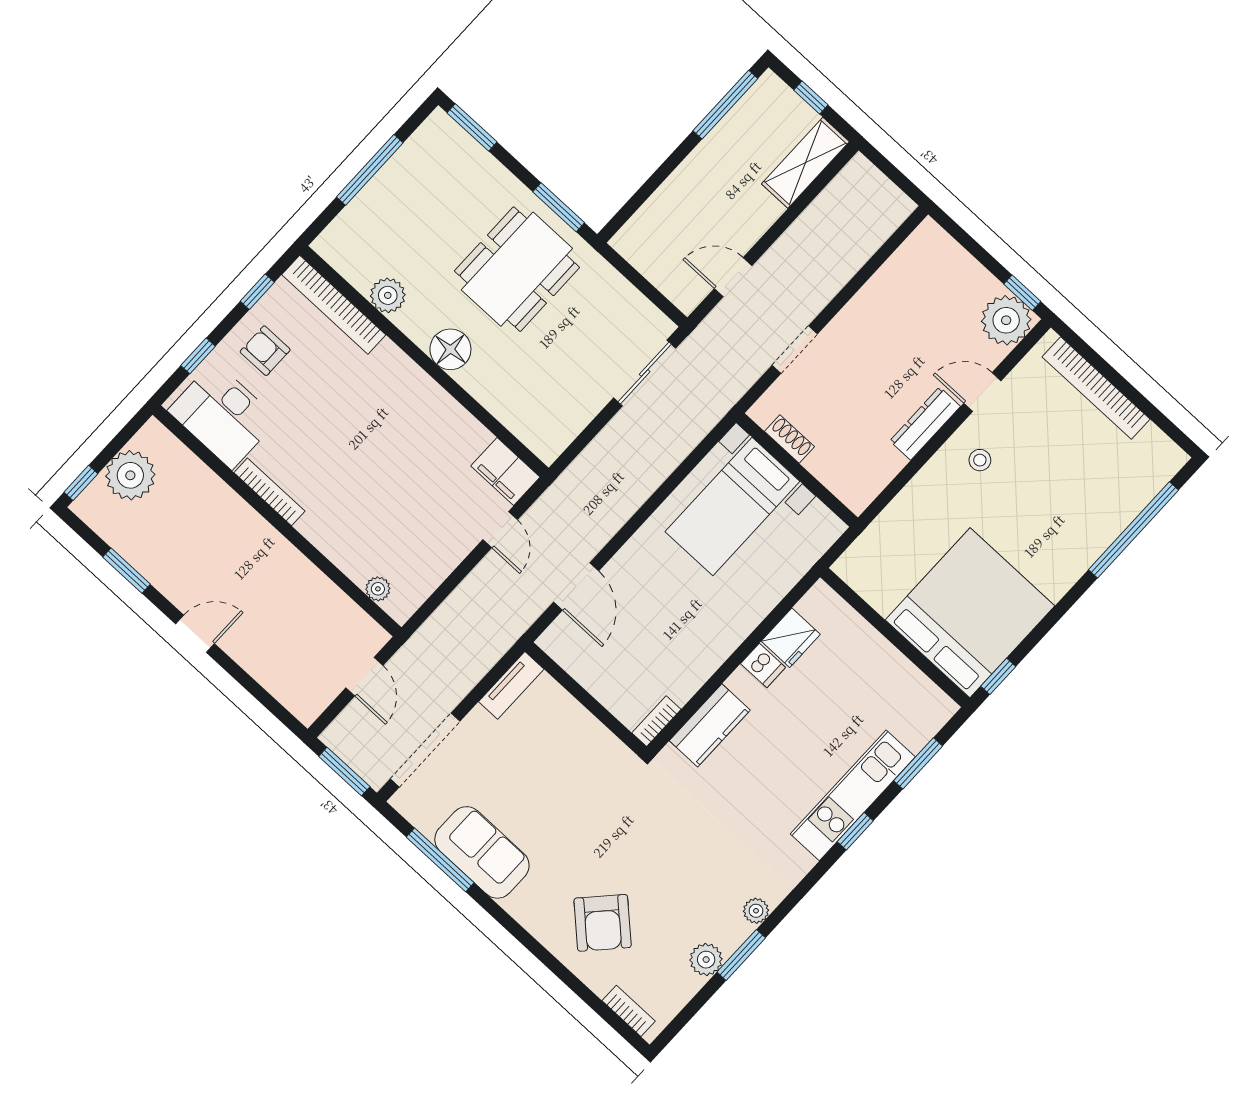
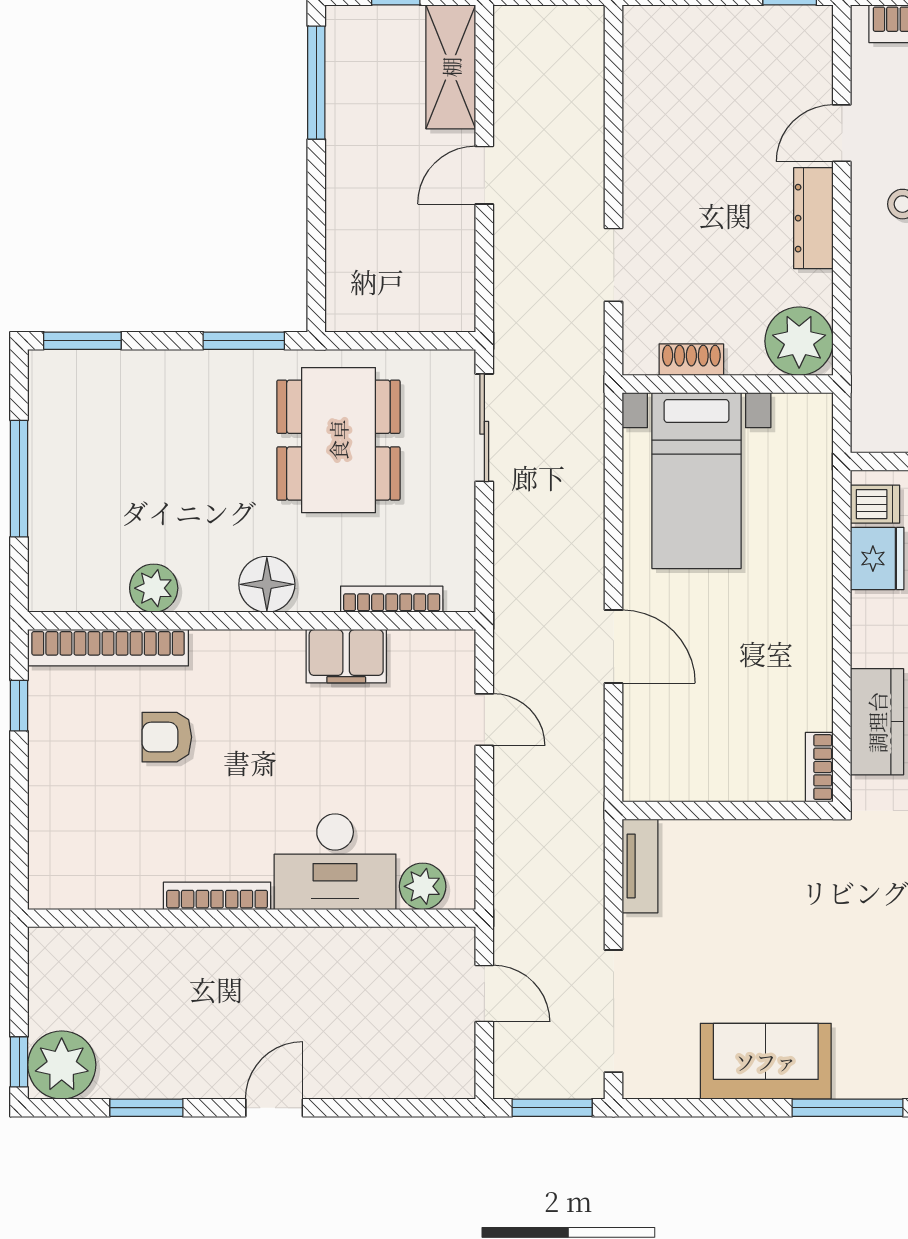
dining table: (517, 269) -> (338, 440), moved
door: (733, 277) -> (484, 175), moved
plant: (1006, 320) -> (799, 341), moved
armchair: (265, 351) -> (167, 737), moved
window: (198, 356) -> (19, 825), removed
desk: (223, 415) -> (335, 862), moved
bookcase: (510, 419) -> (392, 599), added
filing cabinet: (505, 471) -> (346, 656), moved
plant: (130, 475) -> (62, 1065), moved
door: (576, 586) -> (614, 646), moved
plant: (378, 589) -> (423, 886), width x1.38, depth x1.38
dishwasher: (763, 665) -> (875, 504), moved
window: (440, 860) -> (847, 1108), moved

